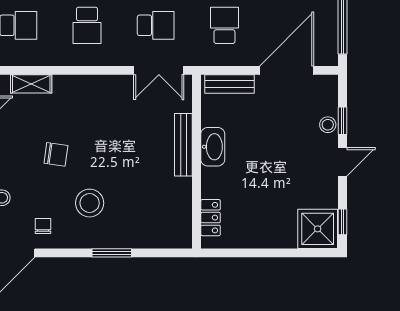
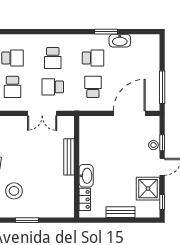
school desk: (156, 25) -> (53, 87), turned 180
double door: (159, 70) -> (42, 113), moved
bench: (229, 84) -> (121, 212), moved
washbasin: (213, 147) -> (86, 176), moved
shower: (318, 229) -> (148, 189), moved

